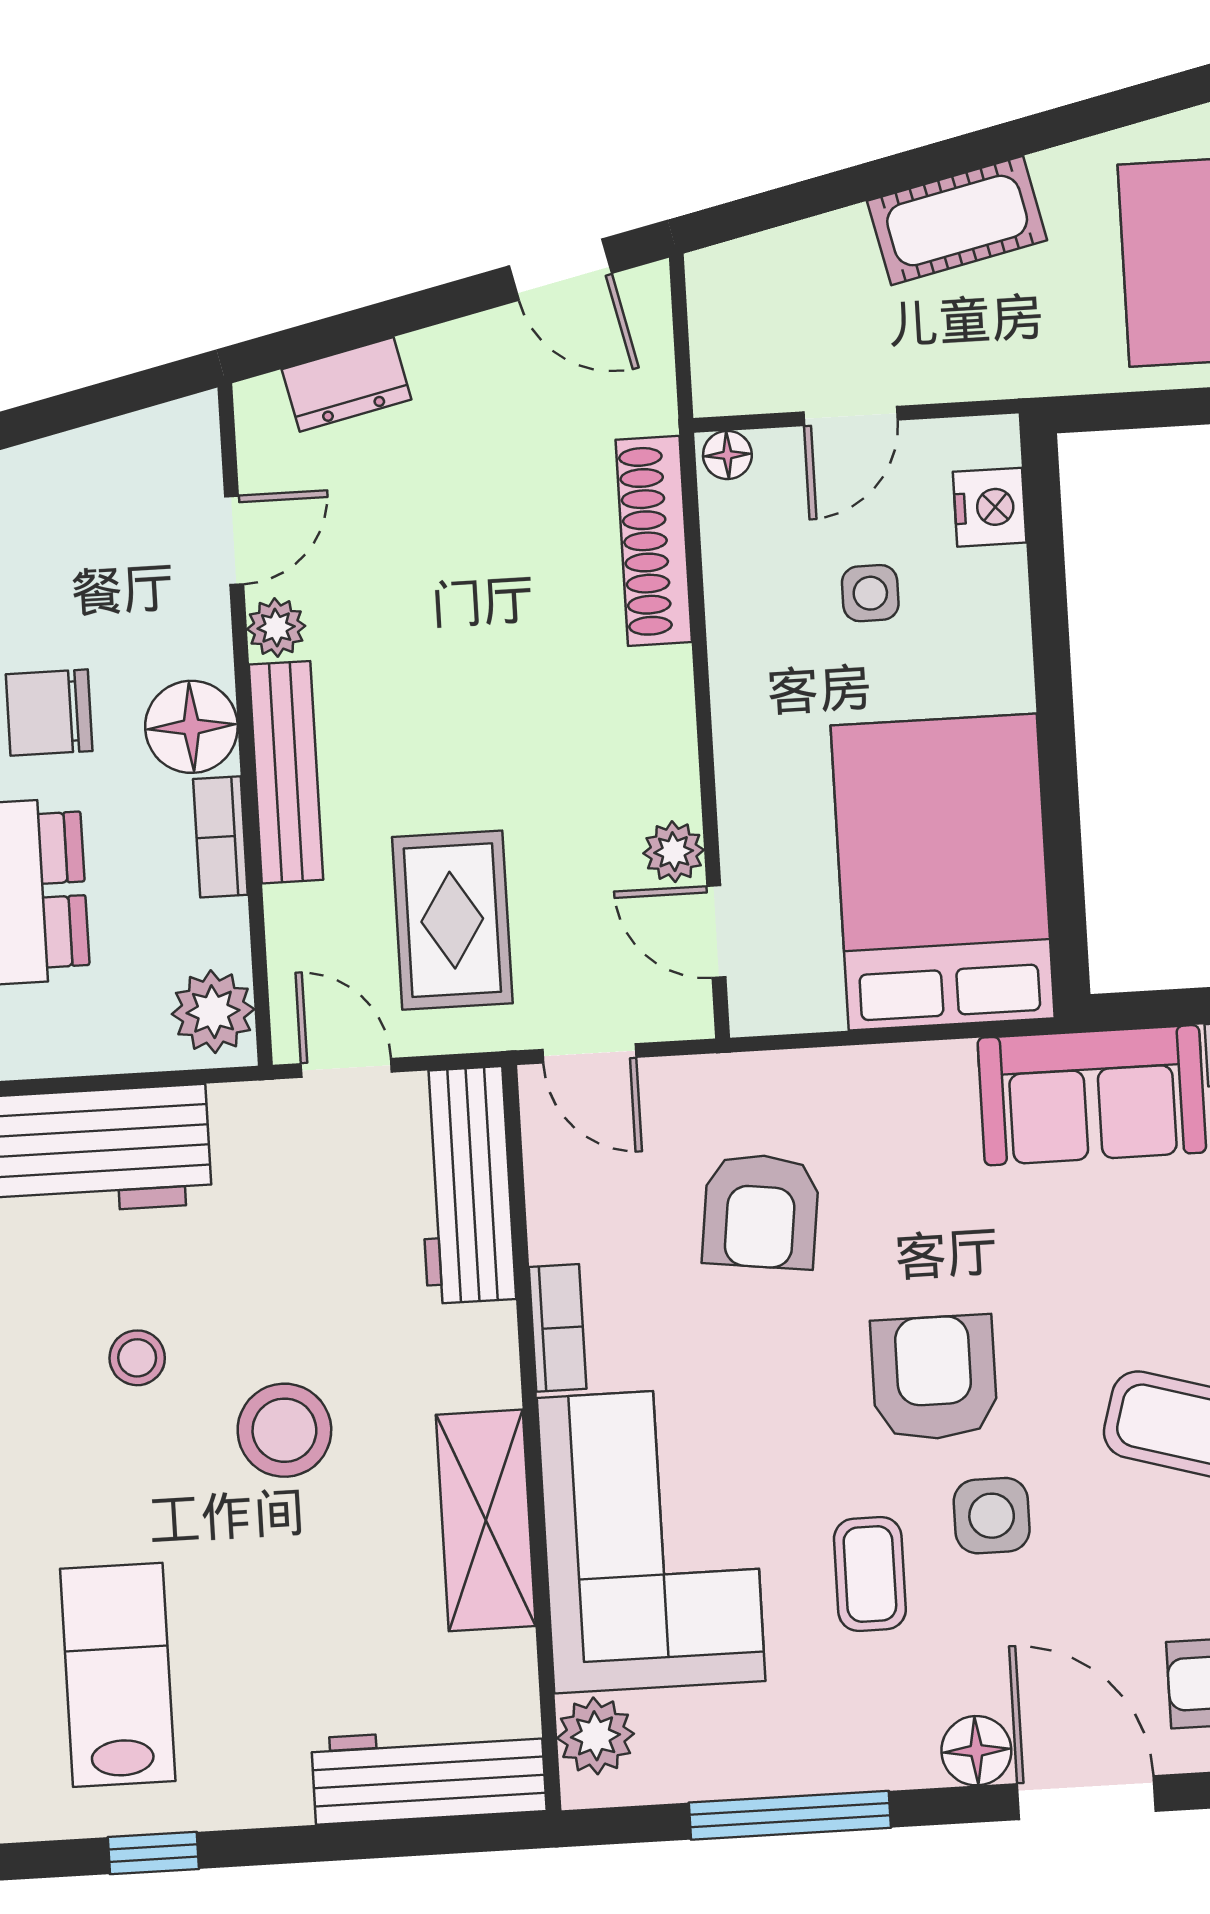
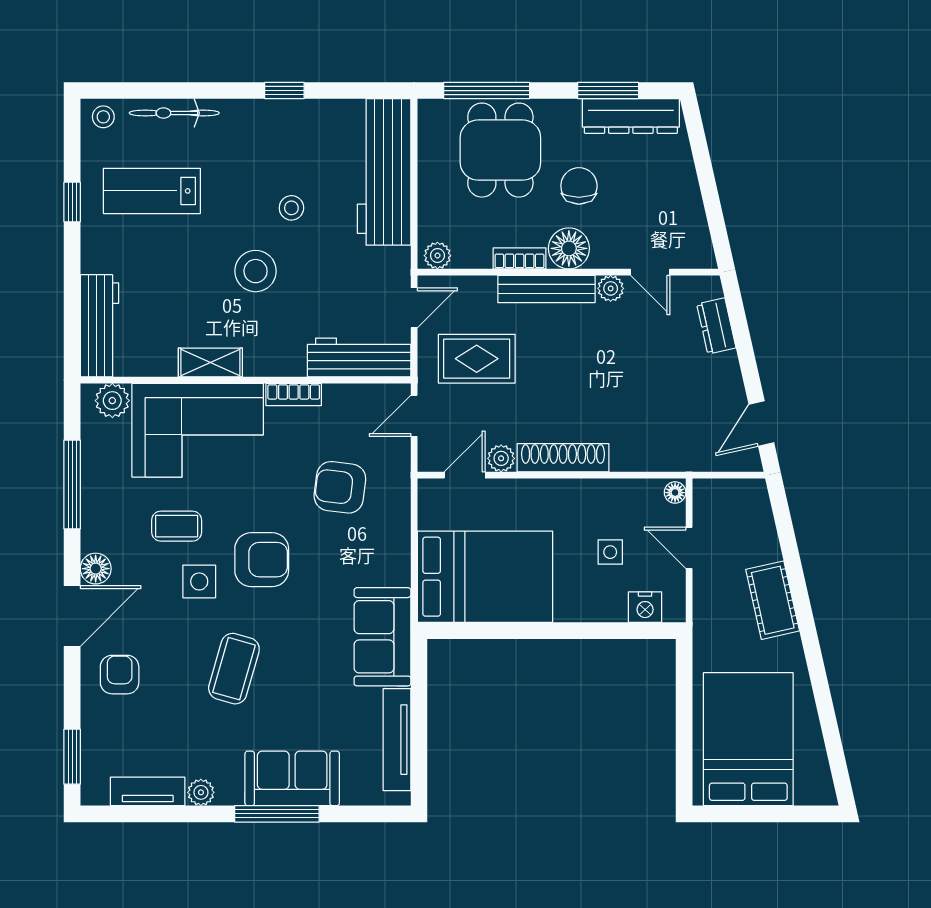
shoe rack: (654, 541) -> (563, 458), moved
plant: (213, 1012) -> (437, 256), width x0.73, depth x0.73
shelving: (486, 1520) -> (210, 362), width x0.67, depth x0.75
lab bench: (118, 1675) -> (152, 191), turned 180

